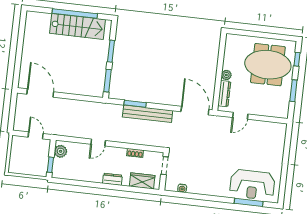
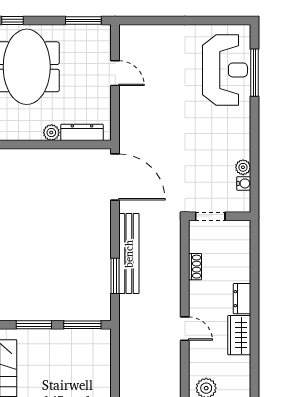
window: (293, 91) -> (83, 21), moved
door: (195, 111) -> (115, 177), swing flipped
door: (240, 116) -> (115, 73), moved
wardrobe: (142, 181) -> (239, 335), moved
plant: (192, 189) -> (243, 167), added

